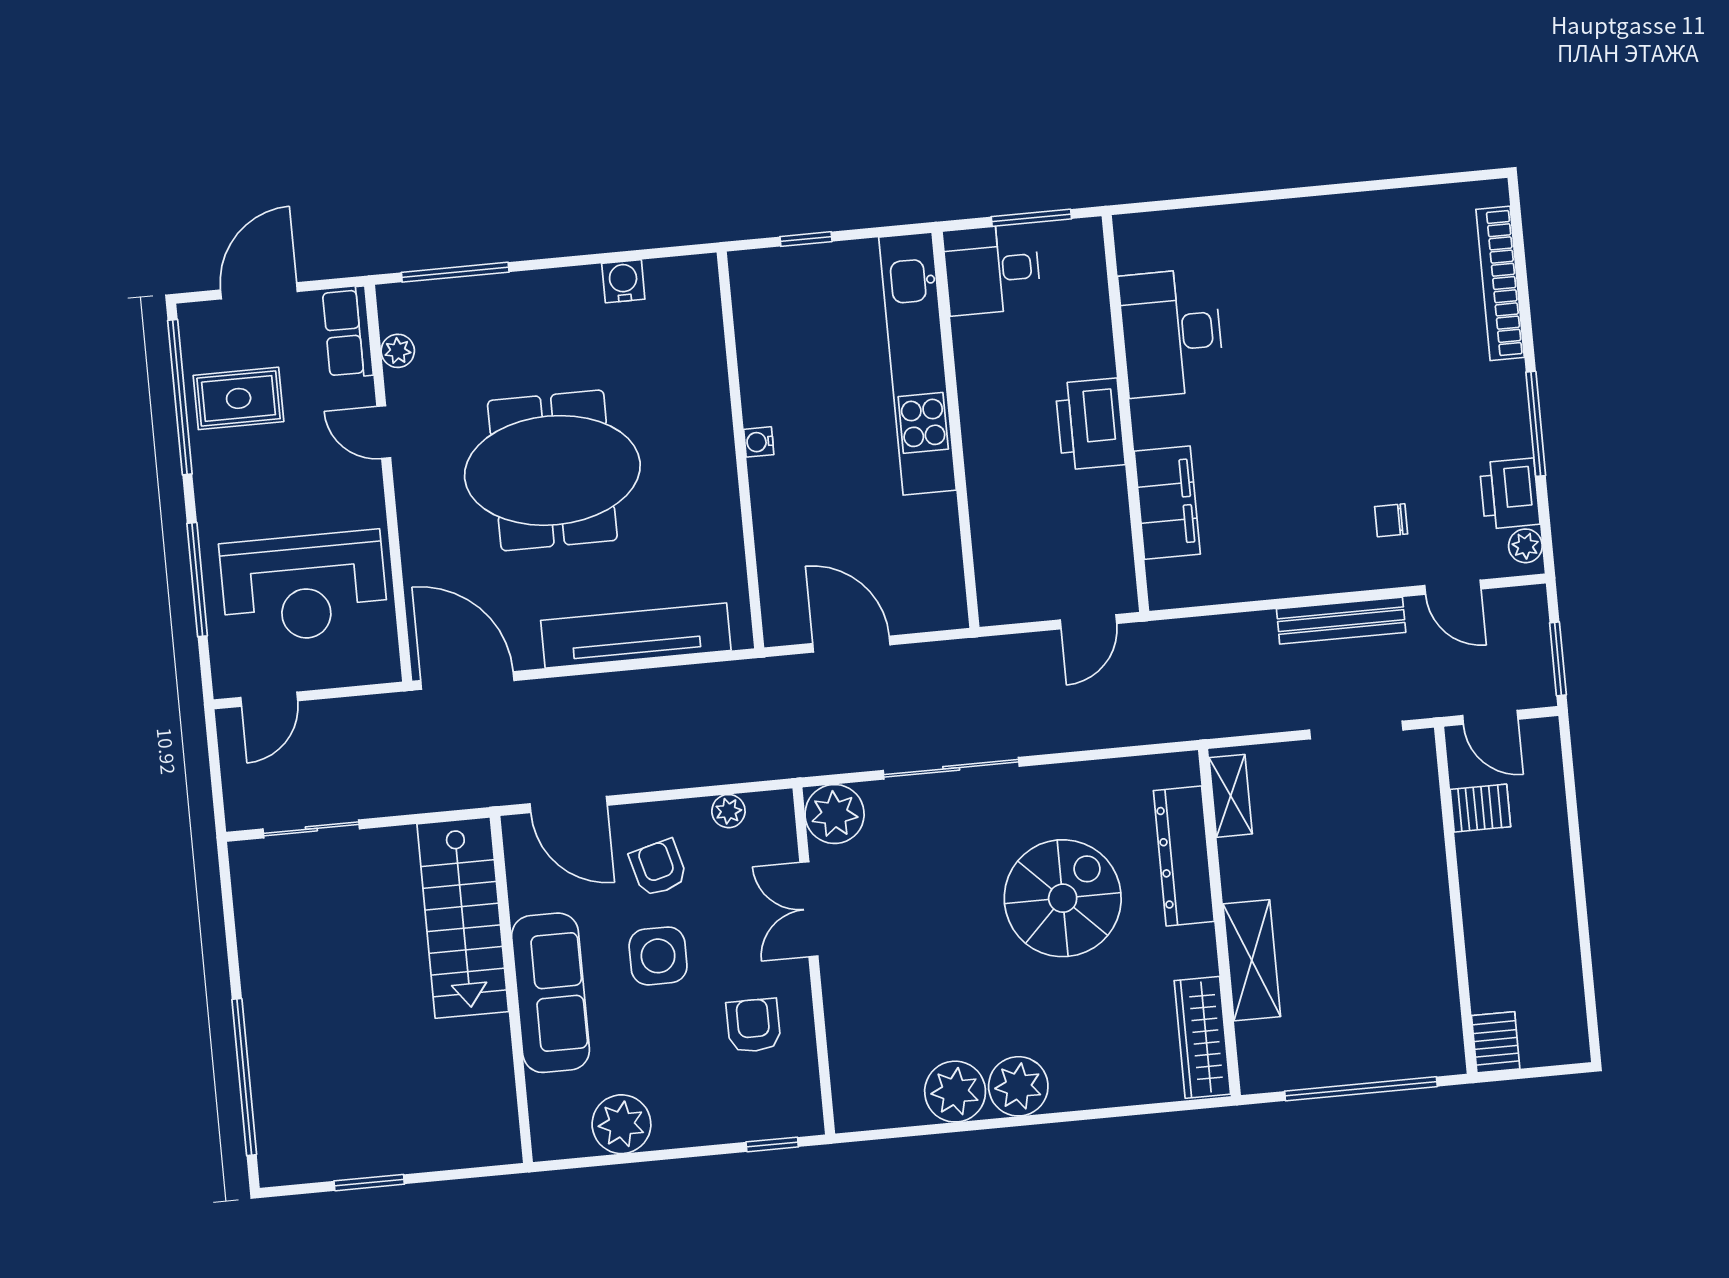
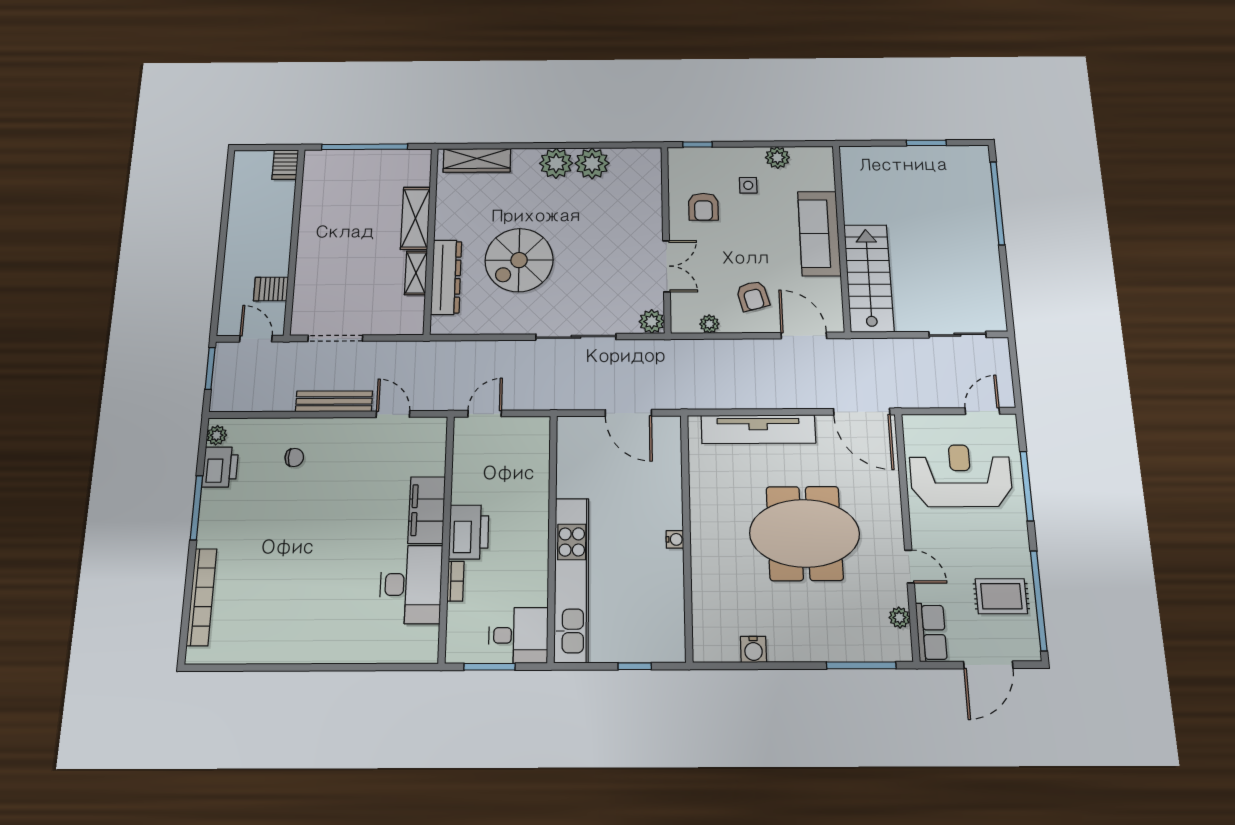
bookcase: (1101, 344) -> (455, 581), added
filing cabinet: (1167, 503) -> (427, 510), moved
door: (1453, 587) -> (393, 414), moved
shelving: (1231, 796) -> (416, 273), moved
plant: (835, 814) -> (652, 321), width x0.73, depth x0.73
side table: (658, 956) -> (748, 185), moved, width x0.54, depth x0.54
wardrobe: (1202, 1037) -> (477, 160), moved, turned 90
plant: (621, 1124) -> (777, 157), width x0.73, depth x0.73

